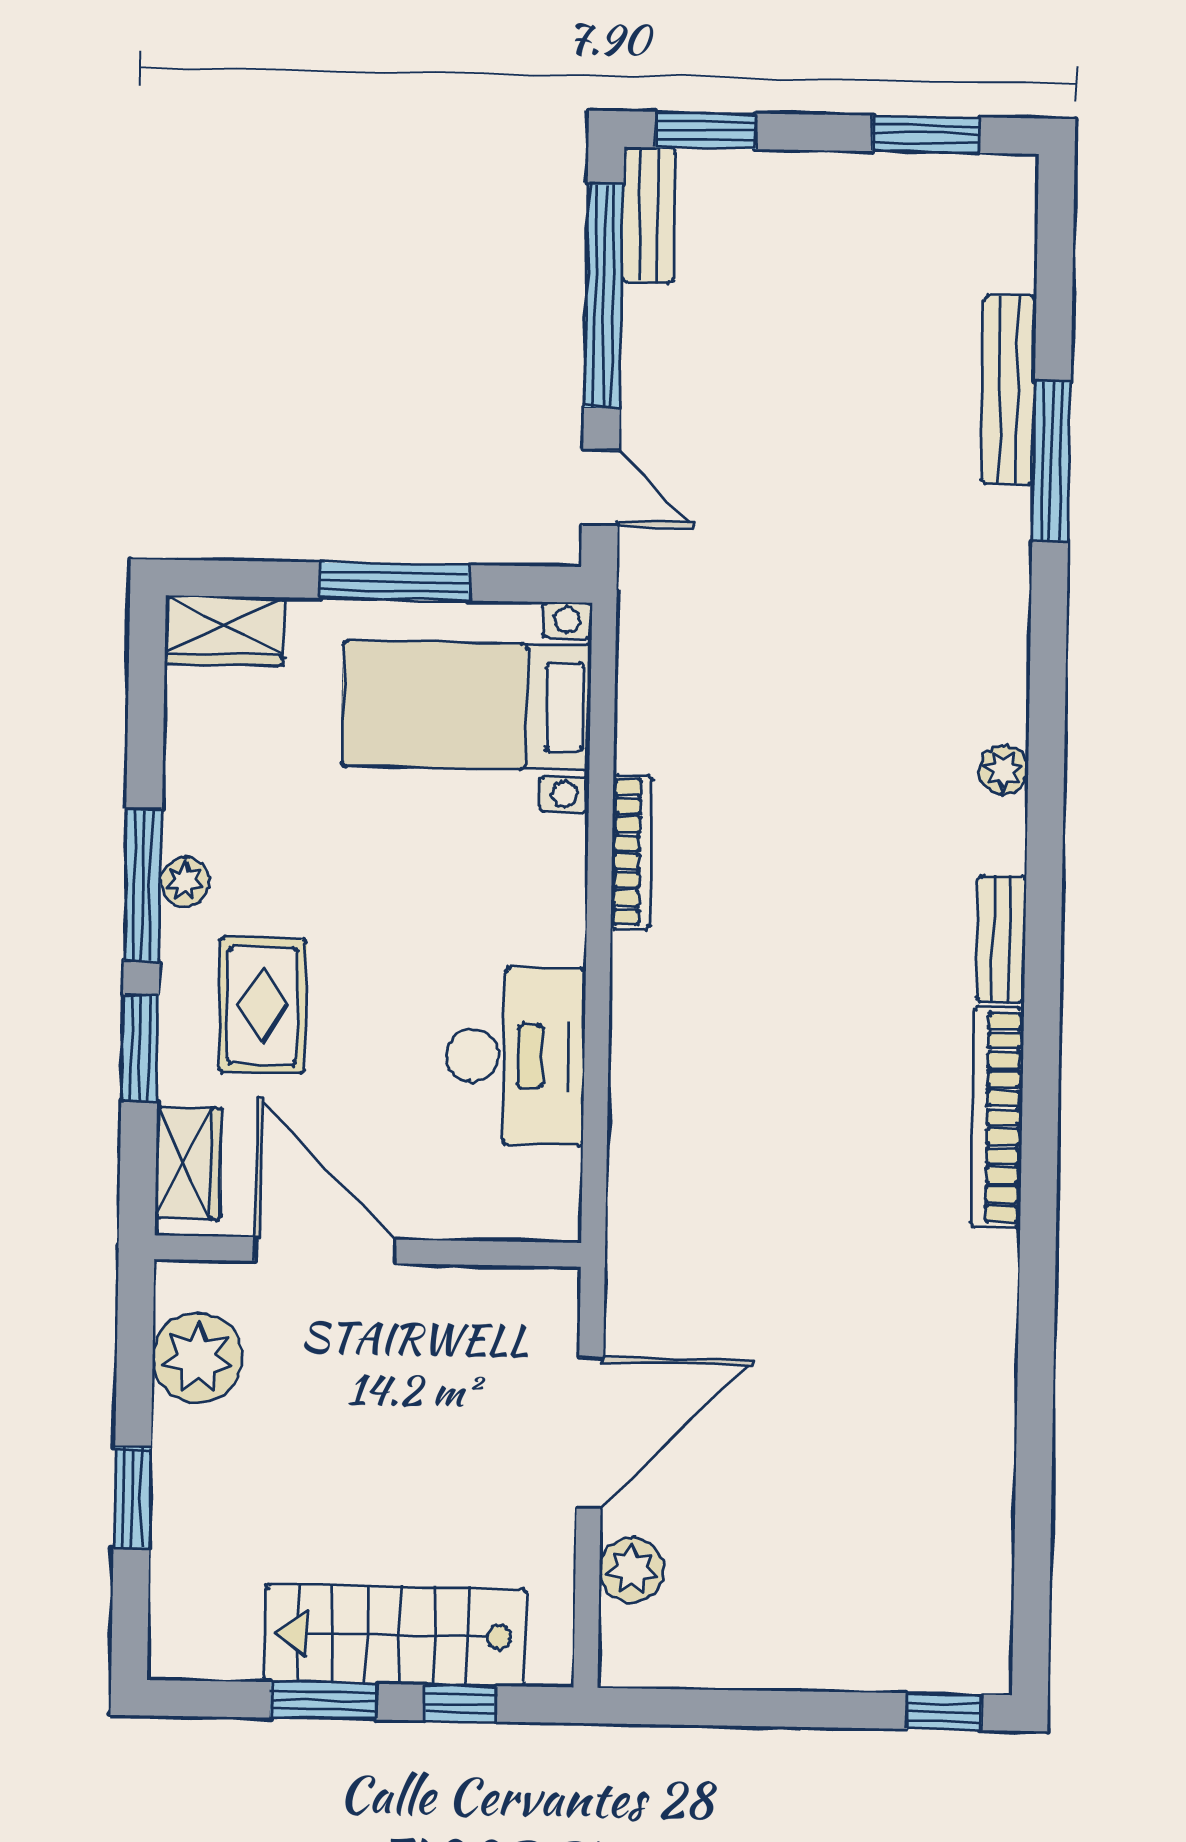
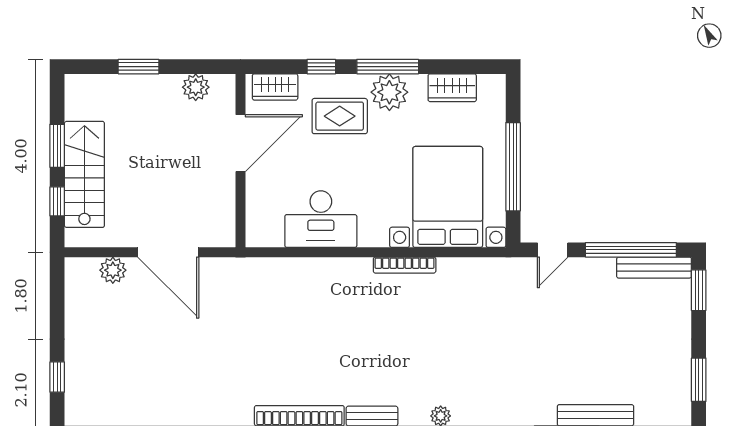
bench: (649, 215) -> (654, 268), width x1.36
window: (395, 582) -> (513, 167), width x1.46
wardrobe: (224, 631) -> (452, 88), moved, turned -90
bed with nightstands: (467, 705) -> (448, 197), width x1.36
plant: (185, 882) -> (389, 92), width x1.88, depth x1.88
window: (140, 1048) -> (321, 67), width x0.67
plant: (197, 1358) -> (196, 87), width x0.73, depth x0.73
window: (944, 1712) -> (57, 377), moved

